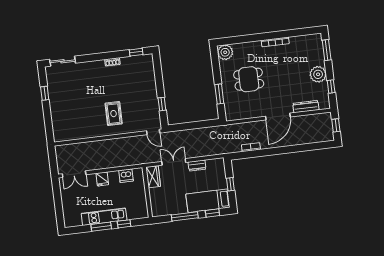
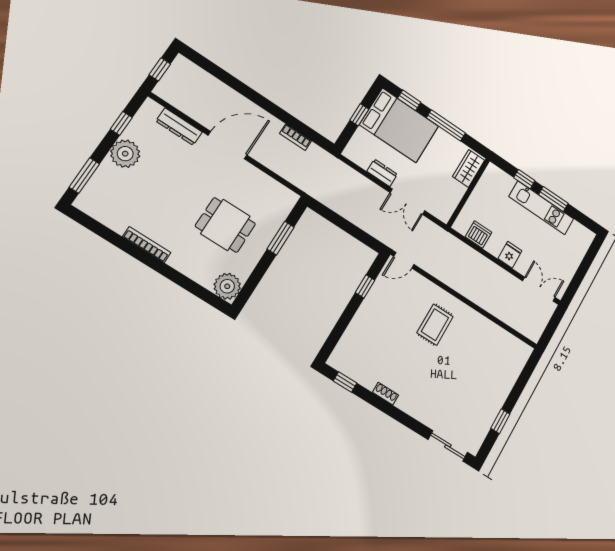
door: (153, 132) -> (404, 260), swing flipped
wardrobe: (153, 177) -> (469, 168), moved
bed: (208, 201) -> (399, 125), width x1.50

